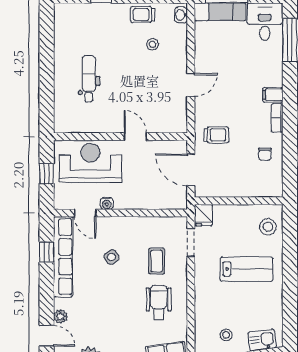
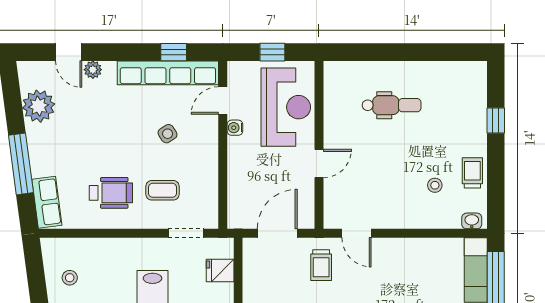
door: (191, 85) -> (356, 233), moved
fridge: (203, 215) -> (220, 270), moved
door: (47, 336) -> (69, 52), hinge flipped

